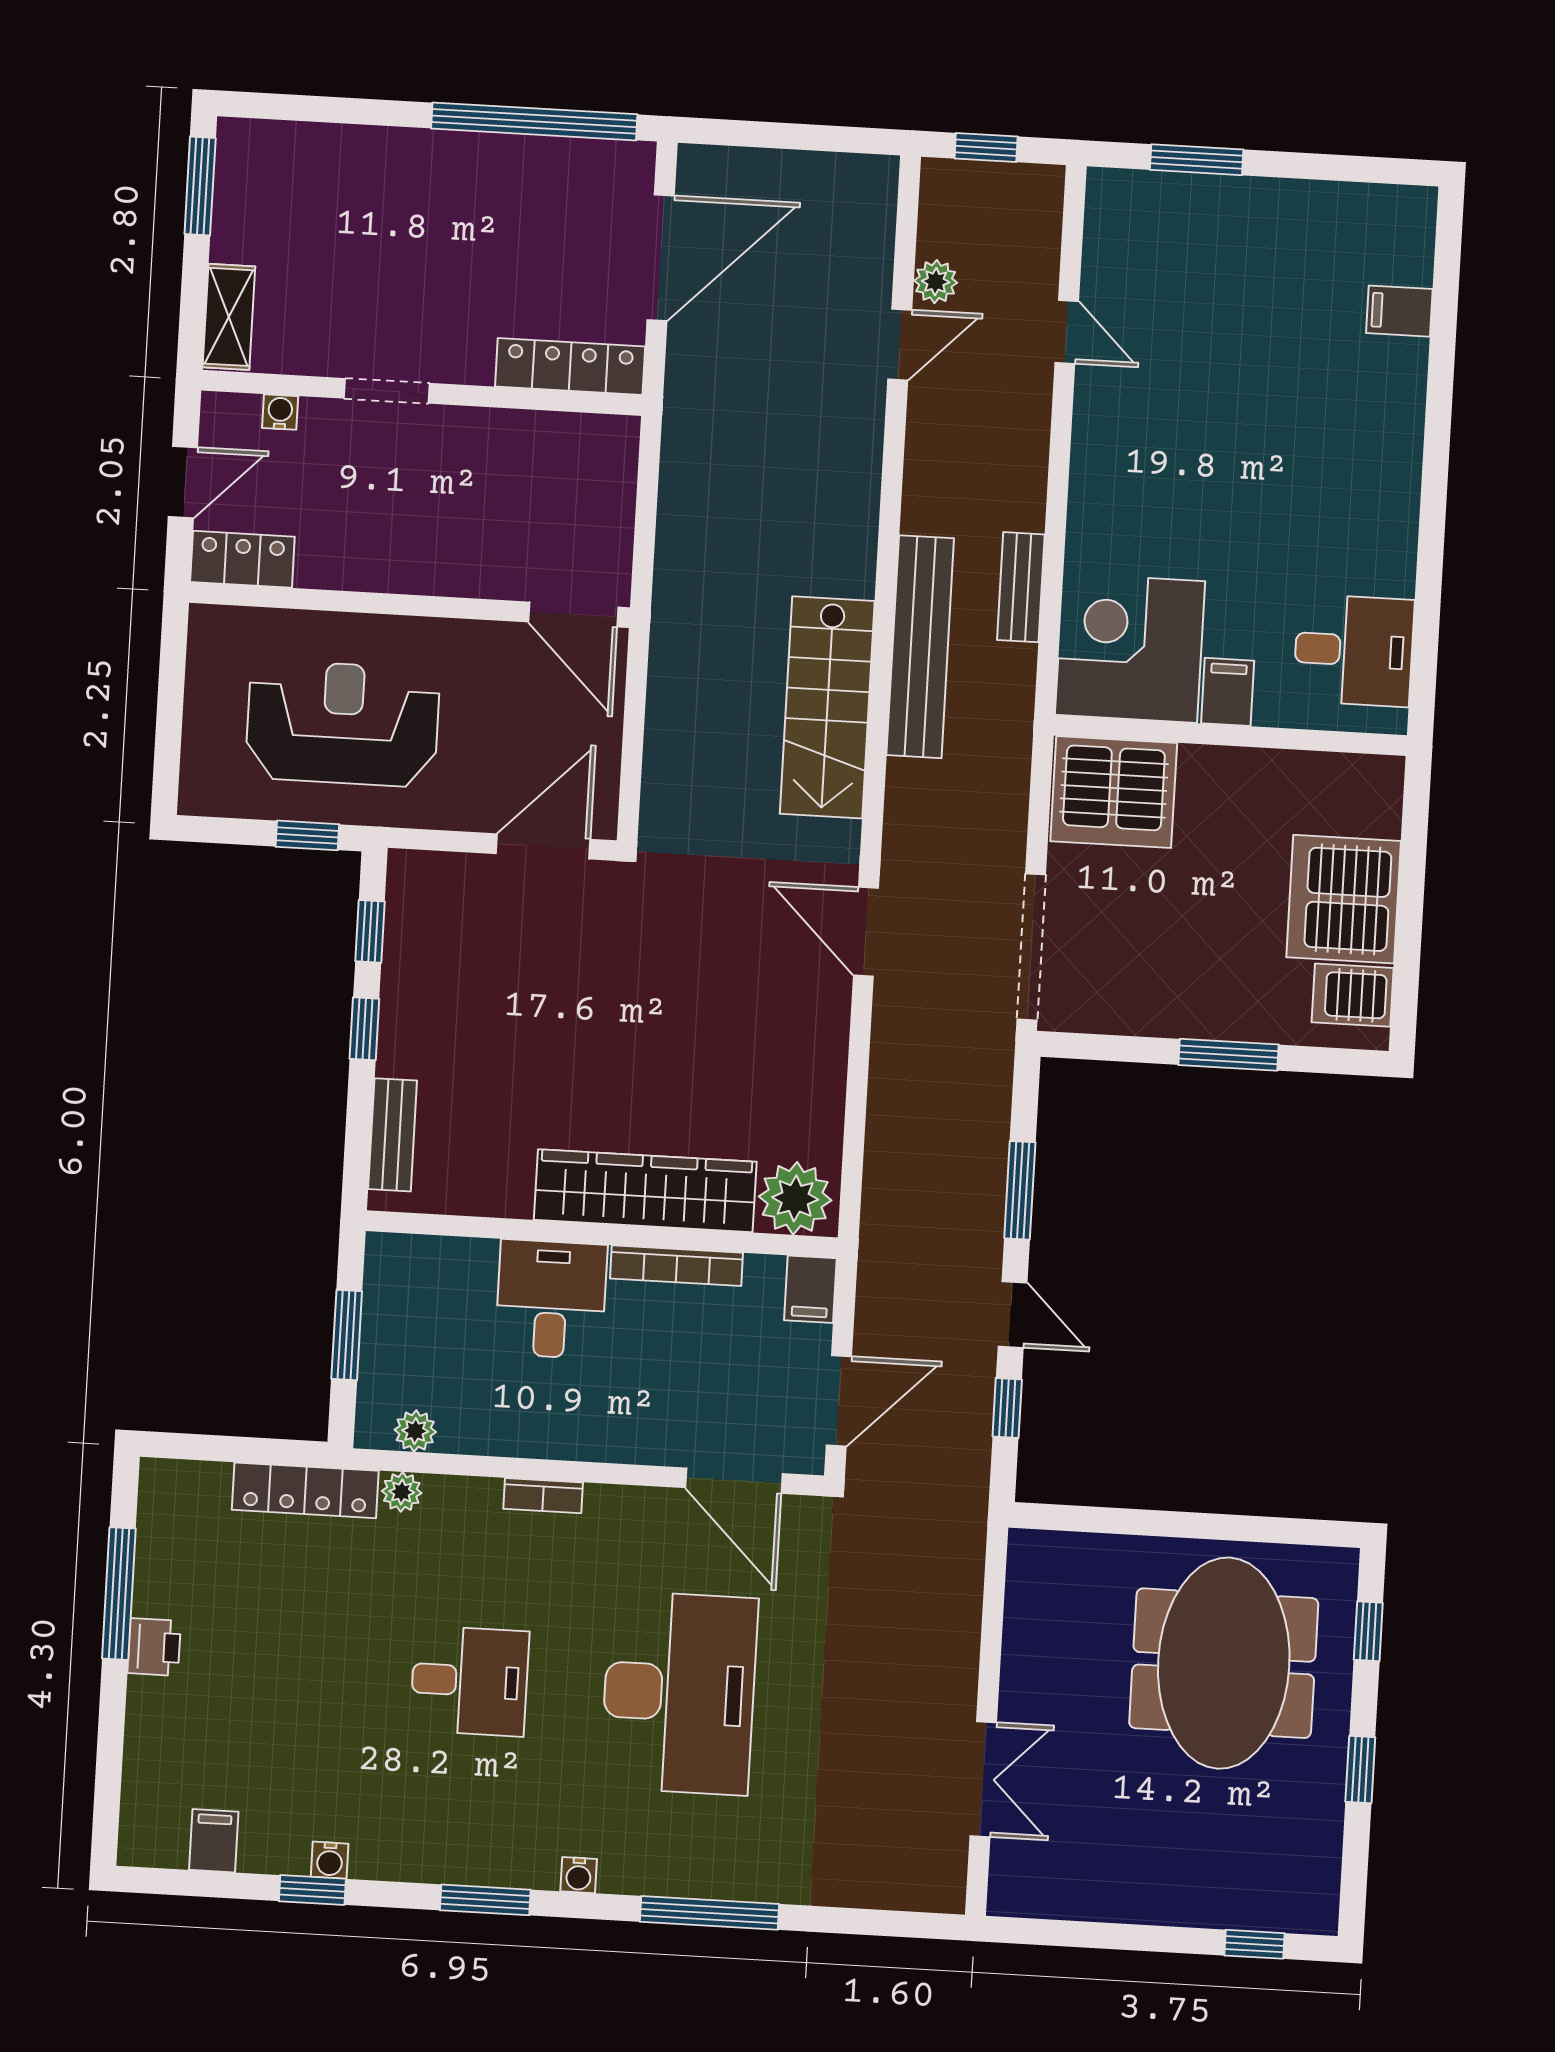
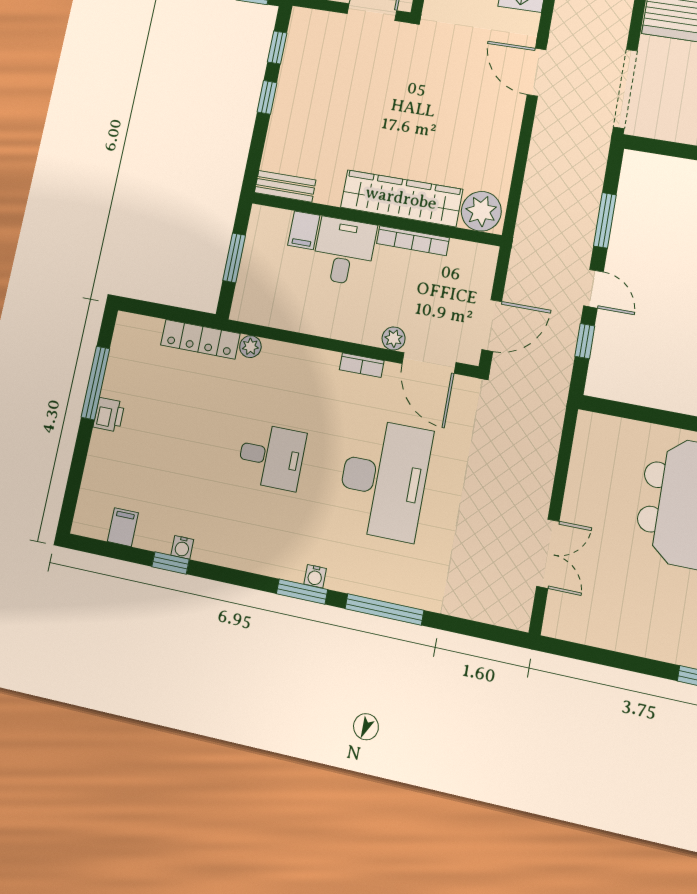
bench: (393, 1135) -> (285, 186), moved, turned 90
filing cabinet: (810, 1289) -> (304, 230), moved
plant: (415, 1431) -> (394, 339), moved
bookcase: (543, 1496) -> (362, 365), moved
window: (485, 1900) -> (302, 592), moved

